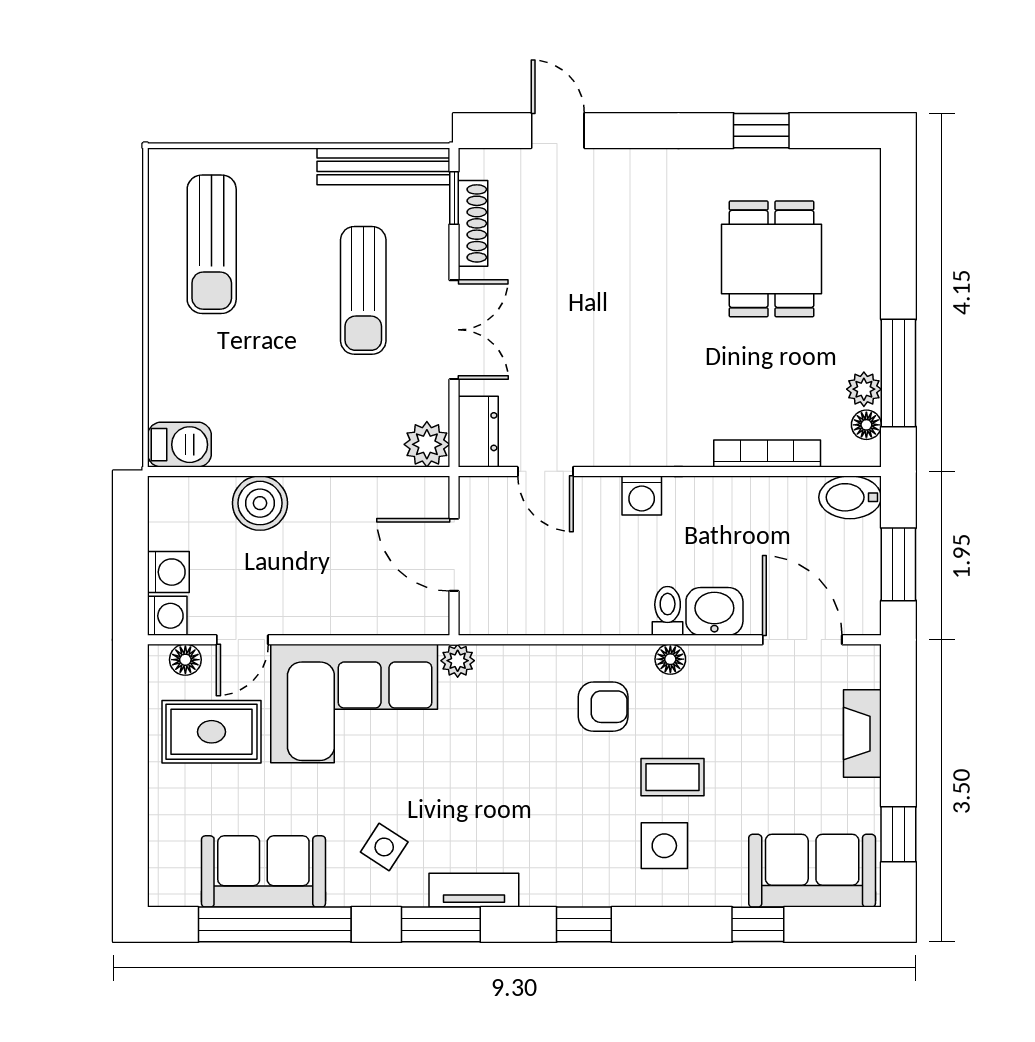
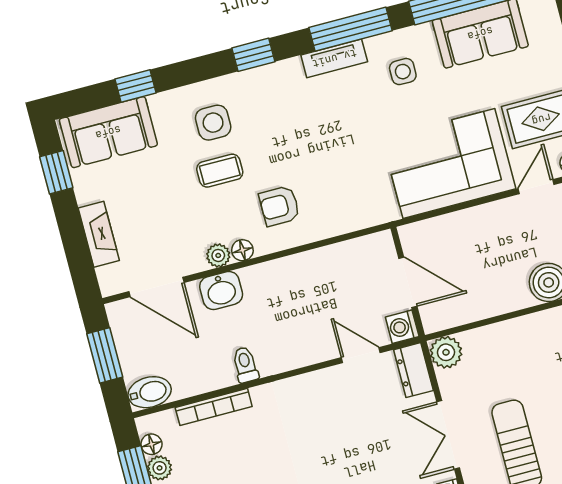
washing machine: (642, 495) -> (402, 327), moved, turned -90
toilet: (668, 611) -> (245, 365), moved, turned 180
plant: (458, 661) -> (218, 255), moved
side table: (384, 847) -> (403, 72), turned -33
window: (441, 924) -> (350, 29), width x1.44

